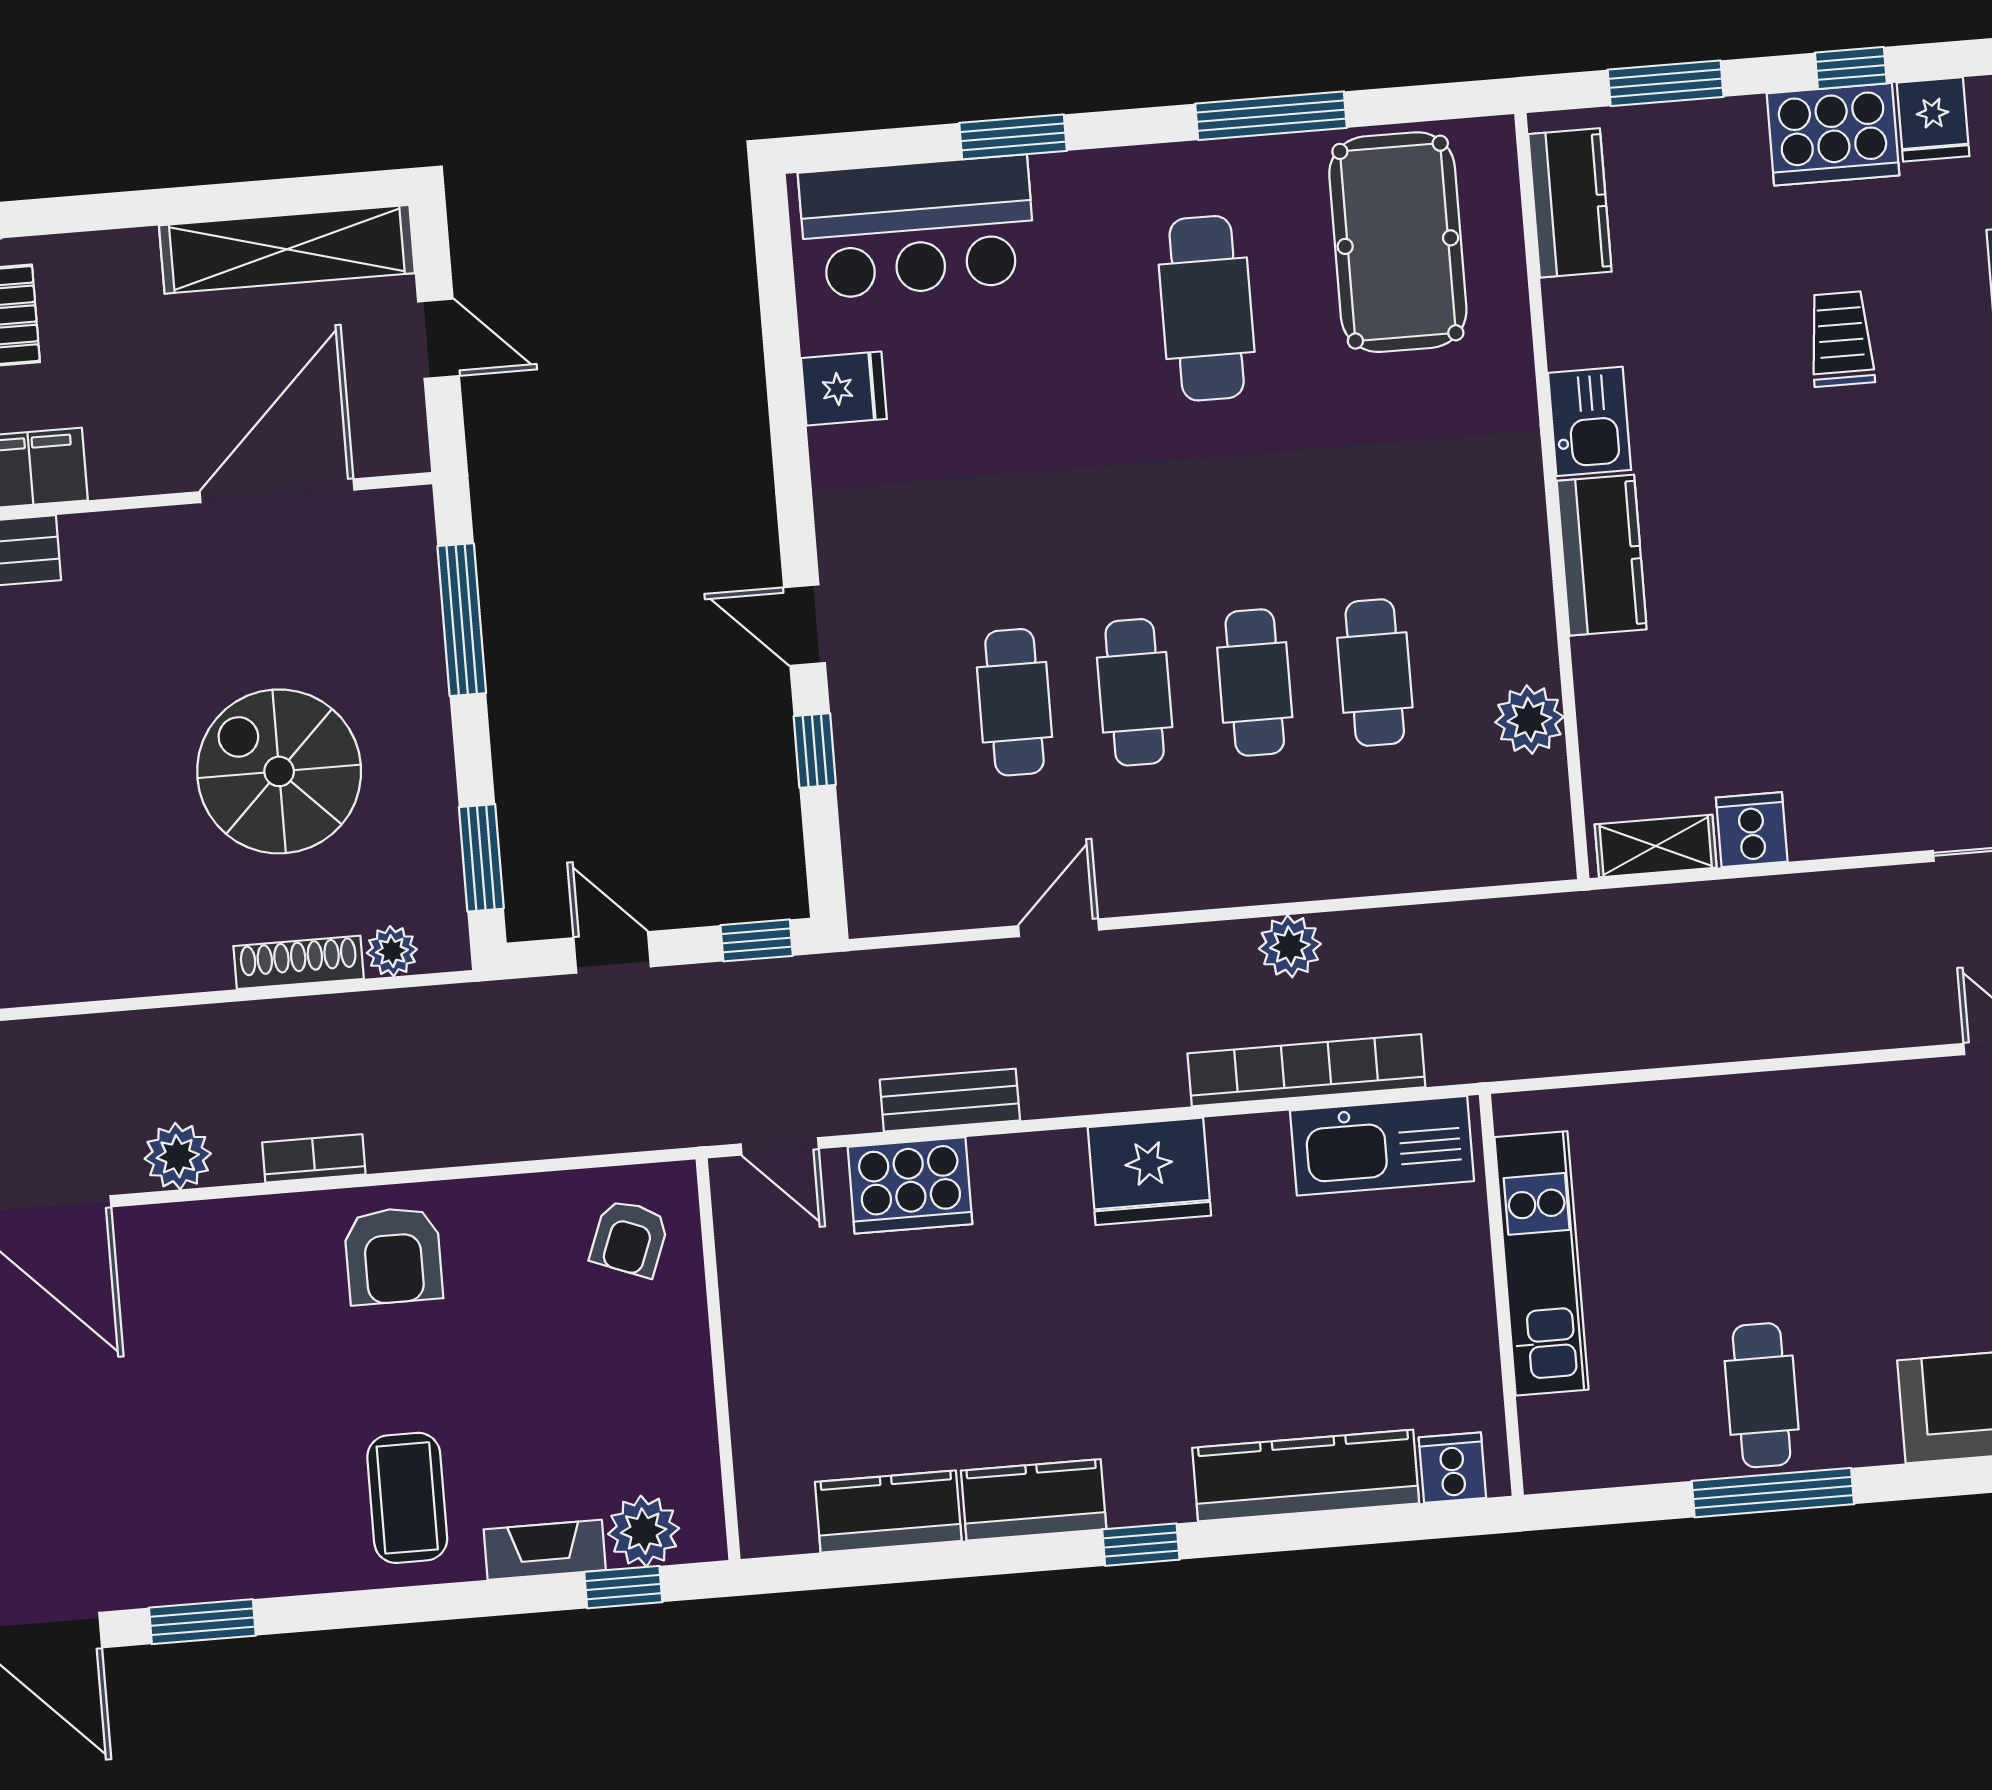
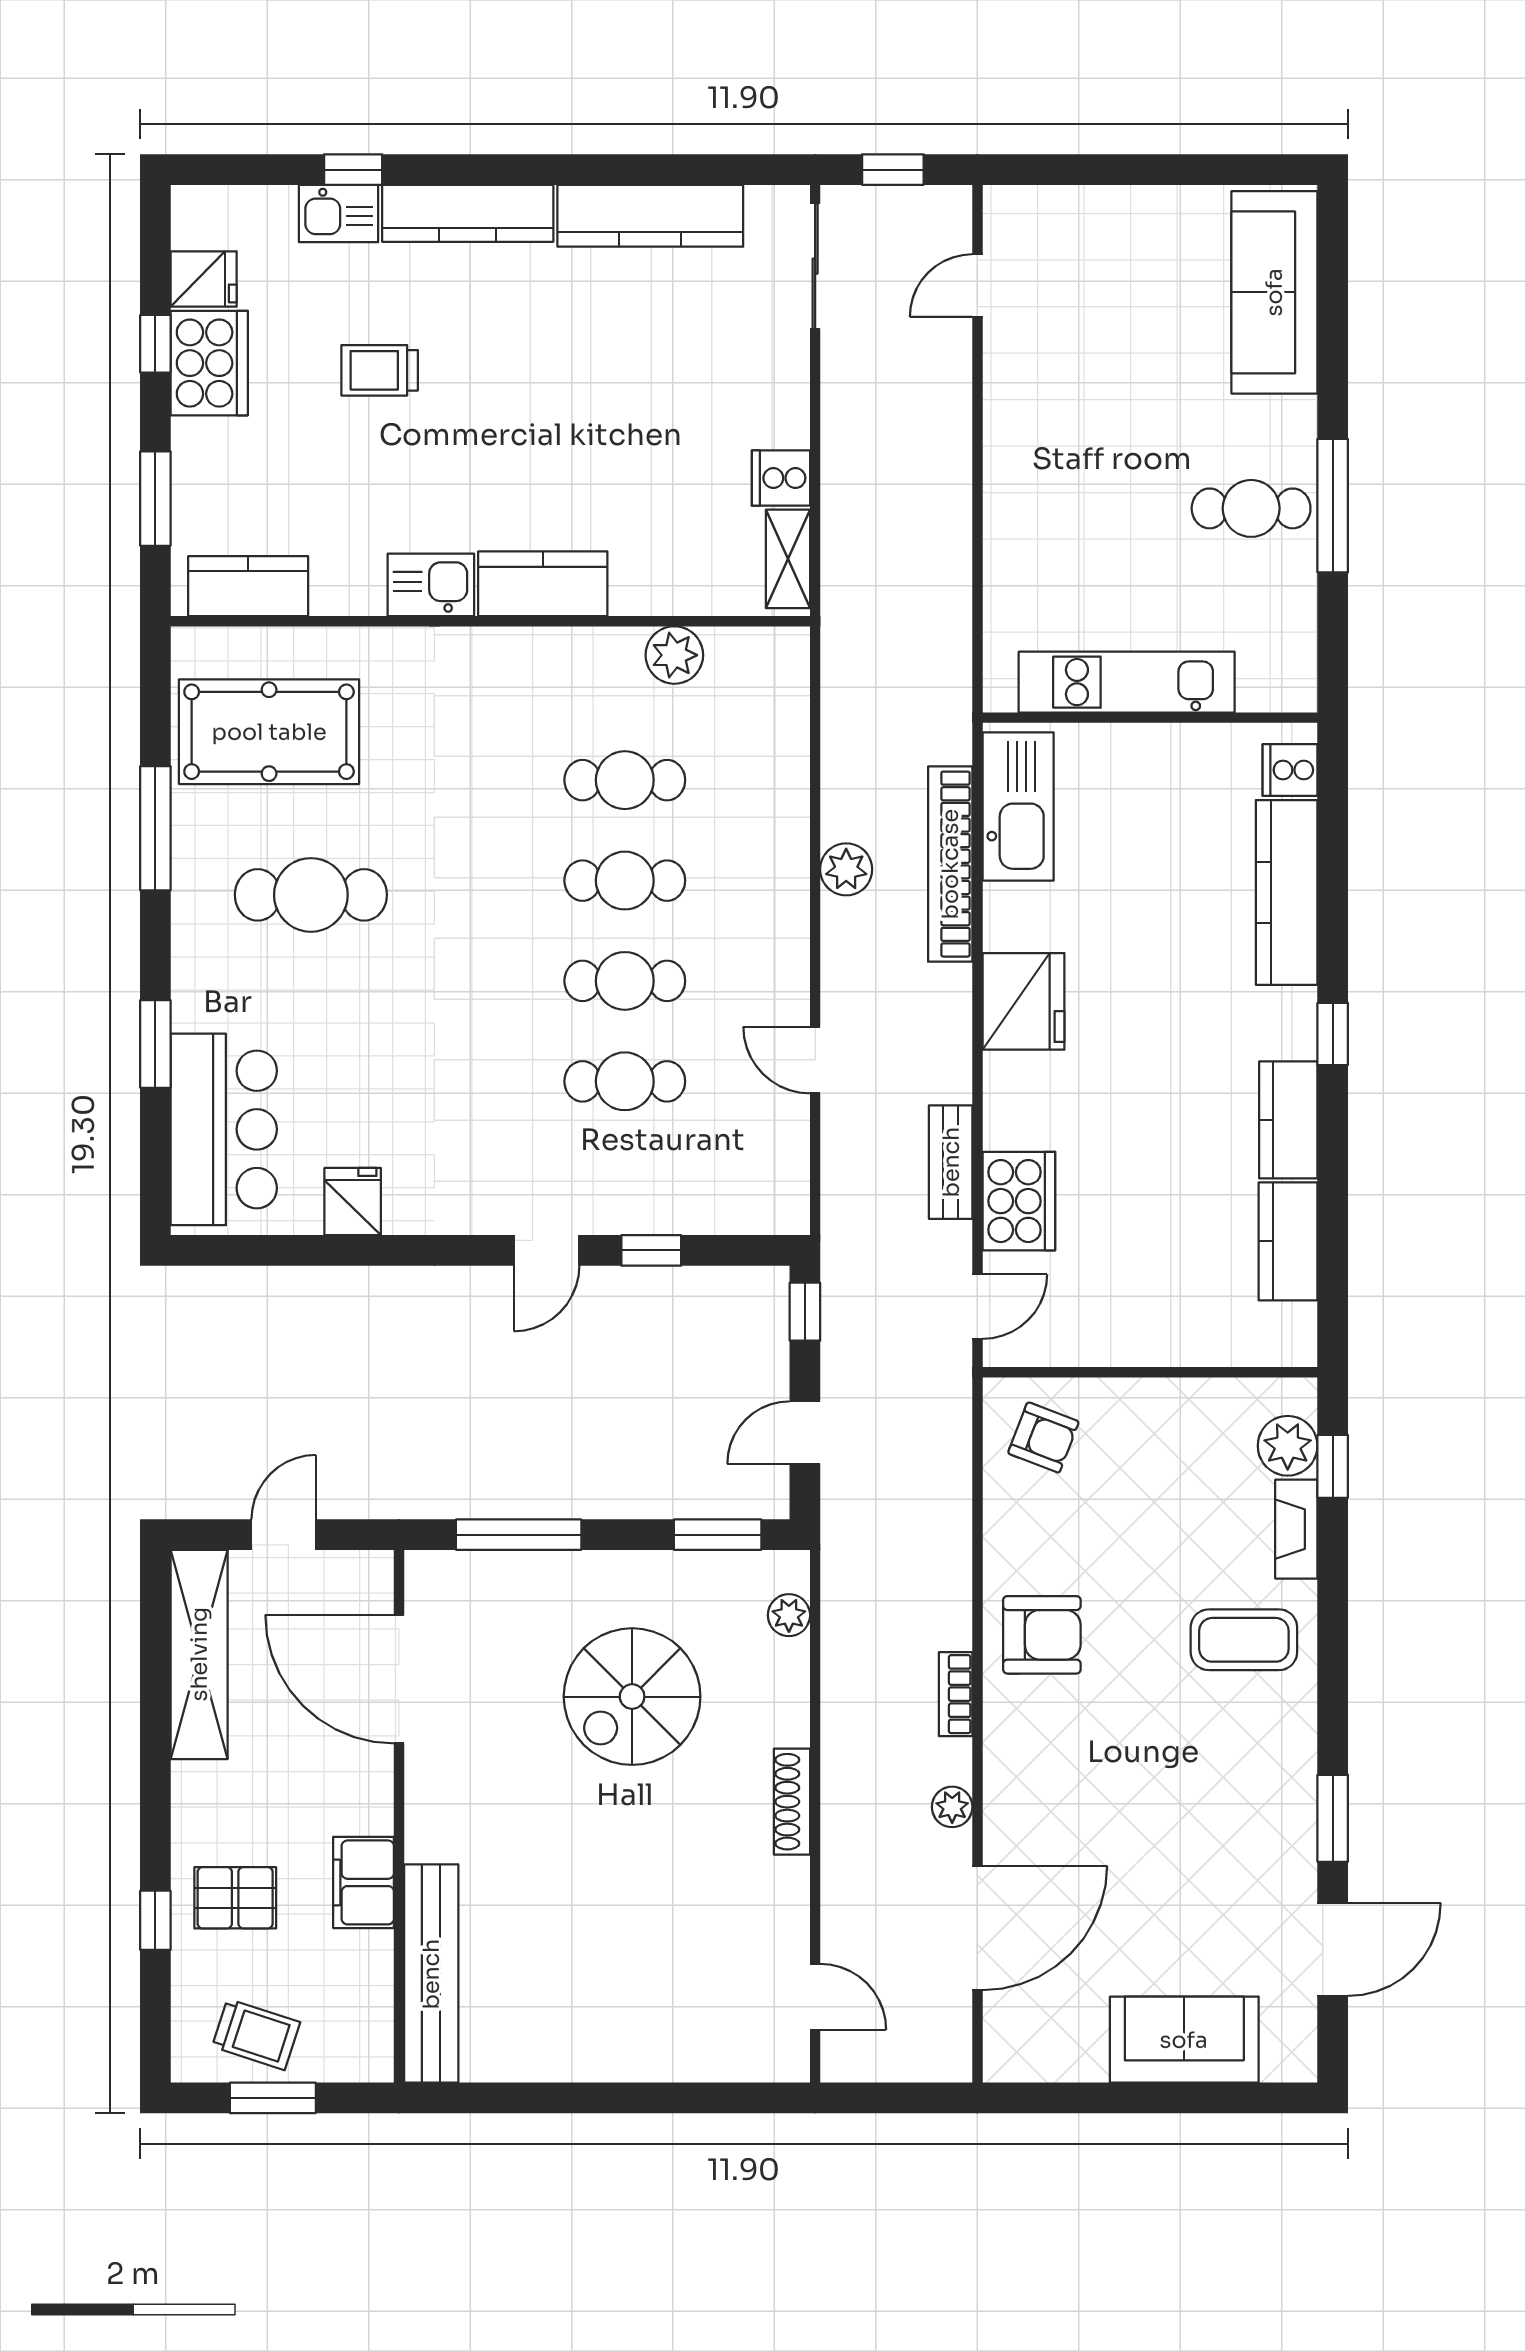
shoe rack: (299, 962) -> (792, 1802), moved
plant: (178, 1156) -> (952, 1807), width x0.73, depth x0.73

